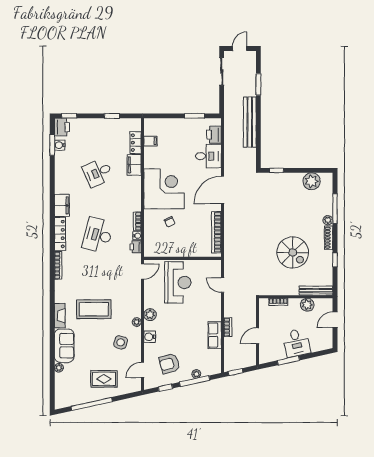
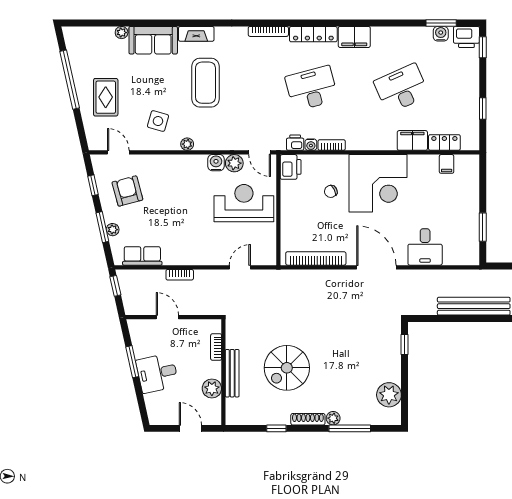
printer: (214, 135) -> (291, 167), moved, turned 90
desk: (98, 173) -> (401, 88), width x1.37
desk: (98, 235) -> (312, 88), turned -30
reception desk: (178, 282) -> (244, 203), turned 180
bench: (316, 291) -> (232, 373), moved
plant: (150, 315) -> (234, 163), moved
row of seats: (215, 335) -> (142, 256), moved
water cooler: (150, 337) -> (216, 163), moved
window: (195, 381) -> (102, 227), width x0.69

